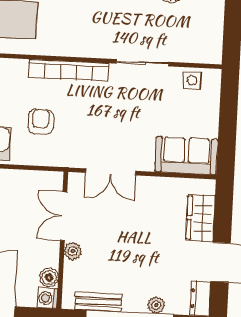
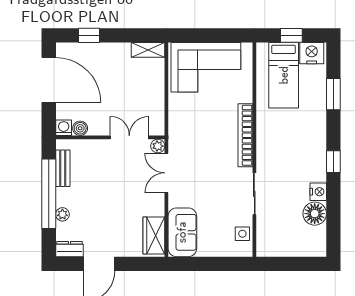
armchair: (41, 122) -> (204, 116), removed
wardrobe: (200, 218) -> (154, 235), moved, turned -90
plant: (73, 251) -> (158, 146), moved

